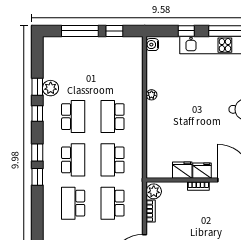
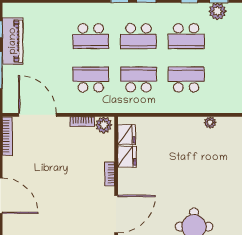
fridge: (202, 171) -> (127, 135), moved
school desk: (73, 203) -> (91, 36), turned 180

